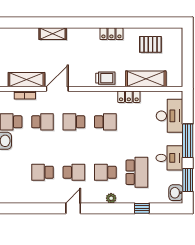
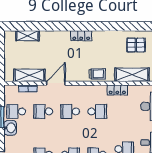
shelving: (53, 34) -> (27, 36), moved
locker: (111, 34) -> (81, 36), moved
school desk: (43, 122) -> (43, 111), turned 180

